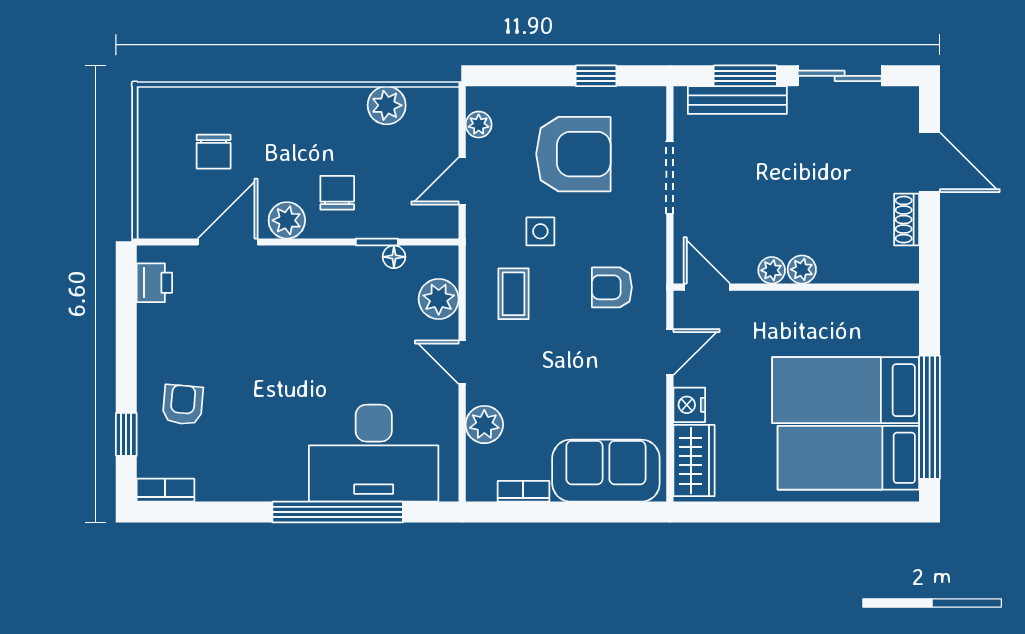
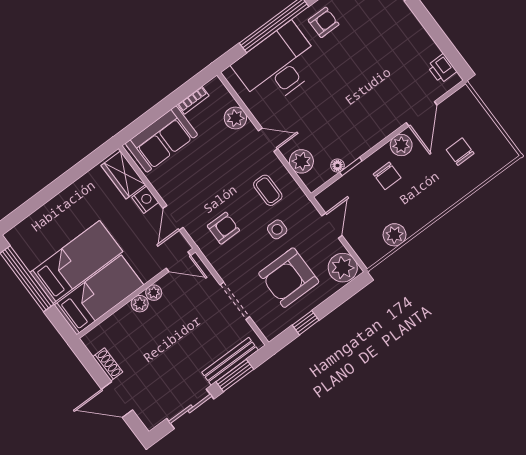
plant: (479, 125) -> (343, 268), width x1.88, depth x1.88
armchair: (183, 405) -> (324, 22), moved, turned -95
bed: (848, 458) -> (99, 295), moved

